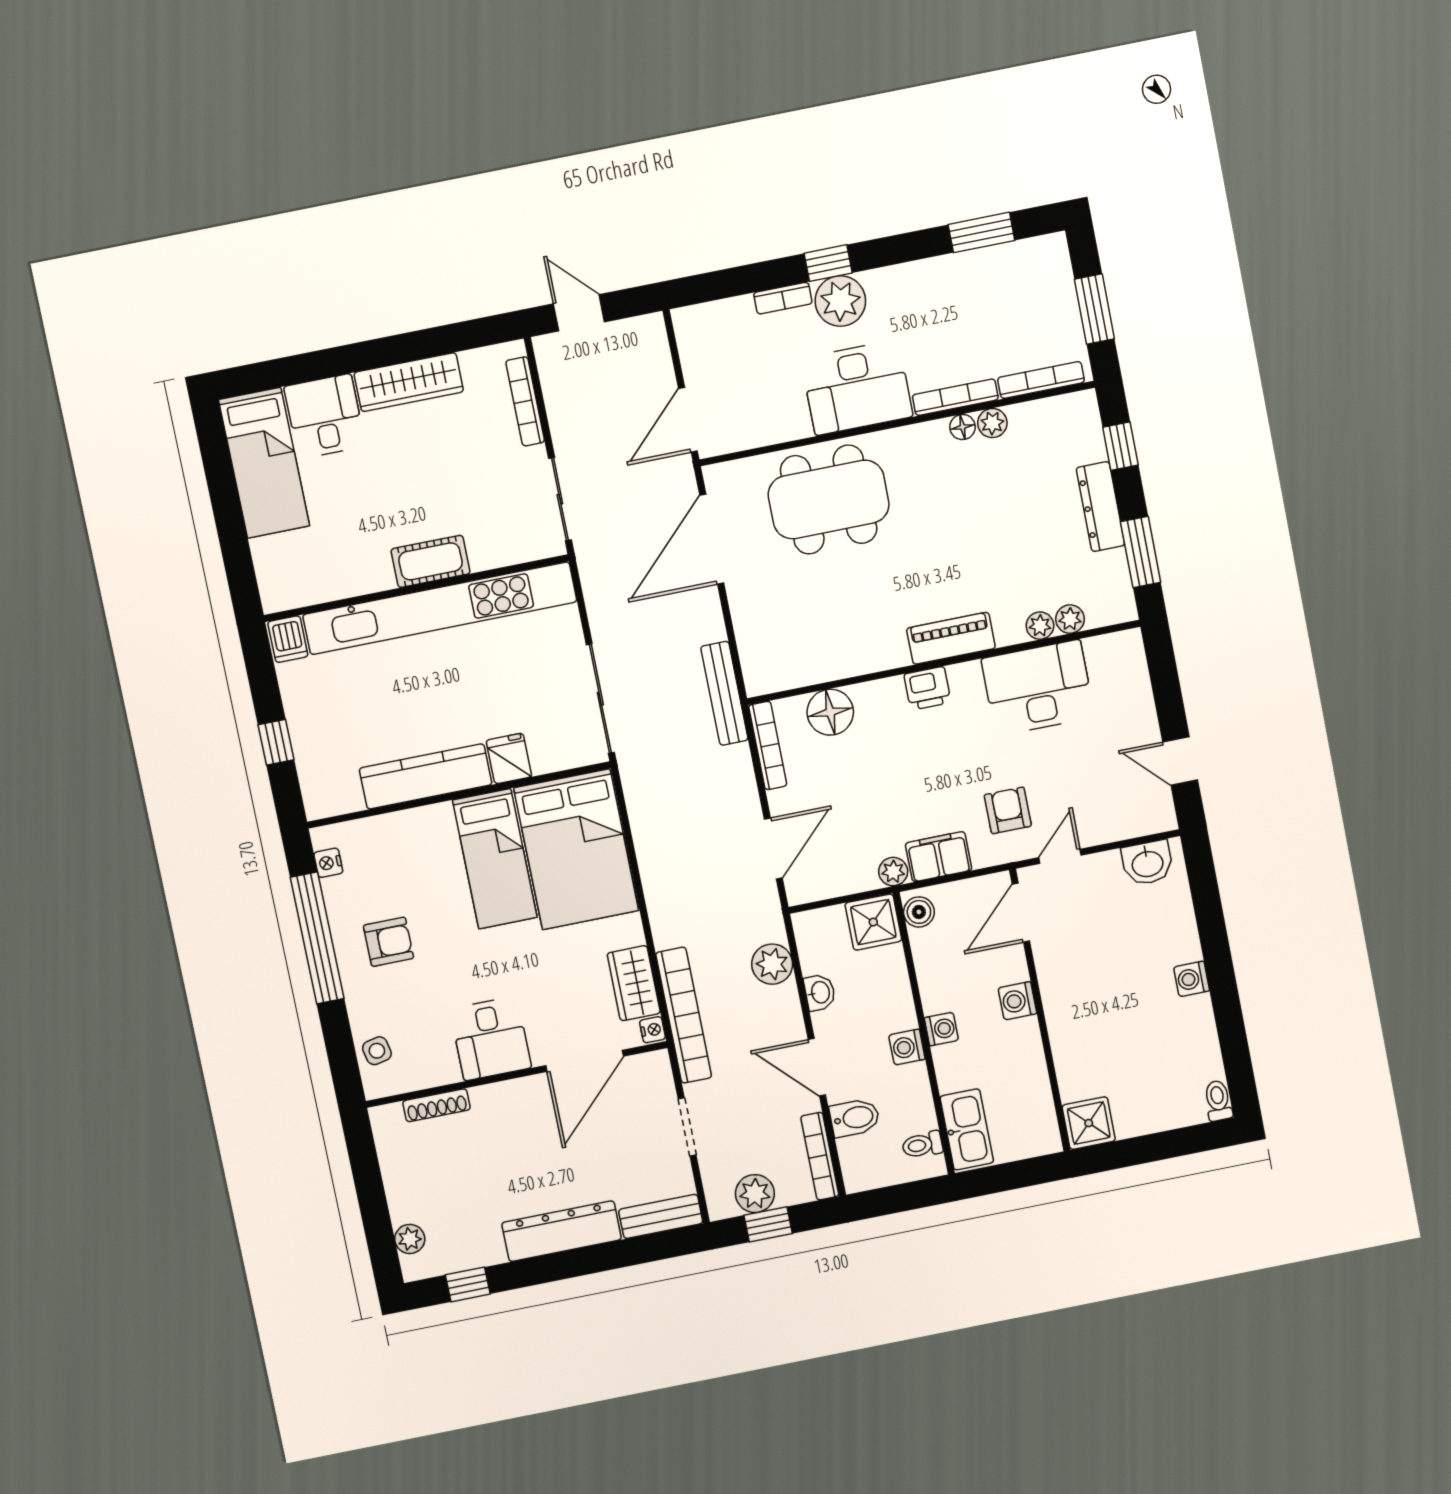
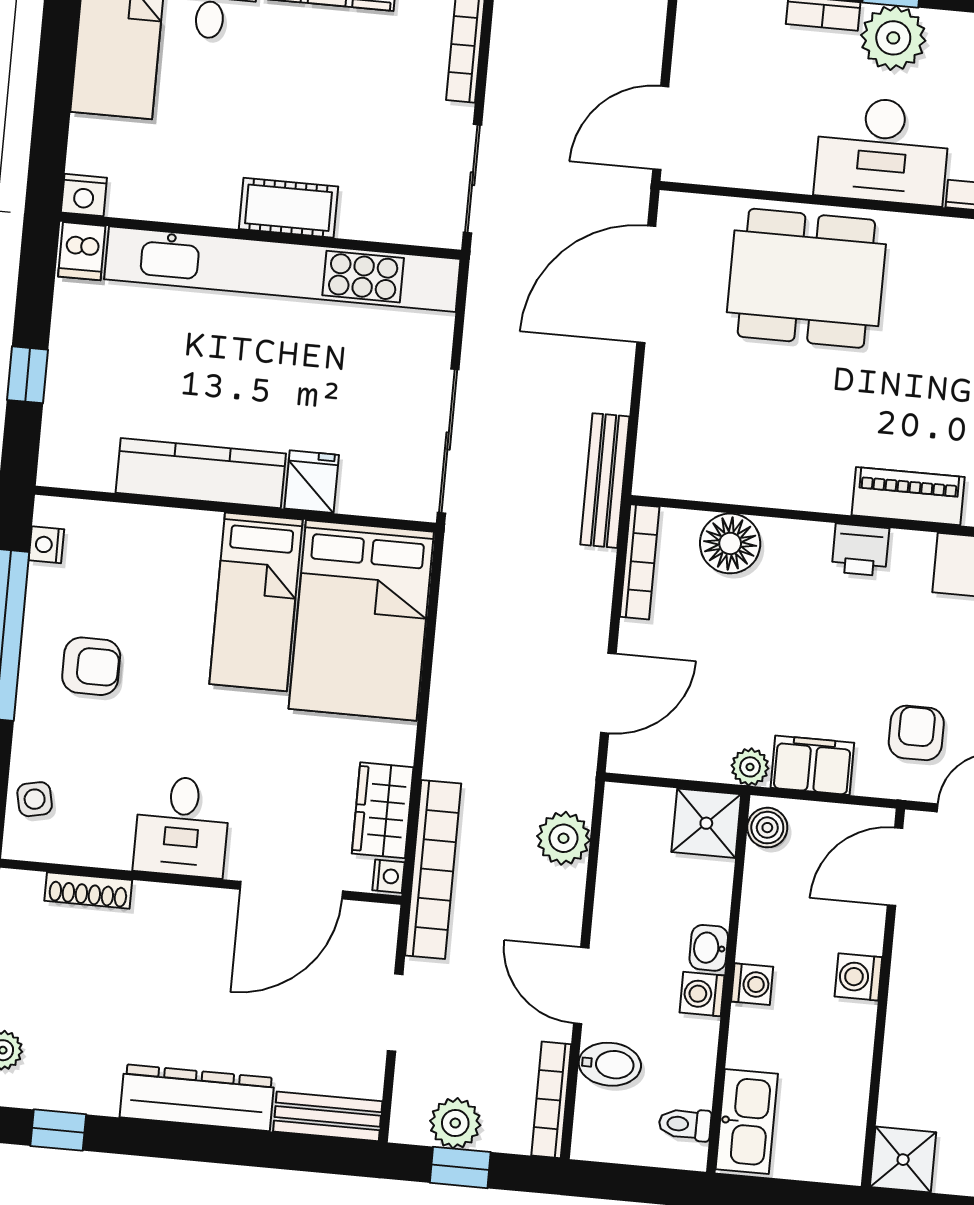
nightstand: (277, 597) -> (84, 195), added
washbasin: (820, 992) -> (709, 948), moved, turned 180

